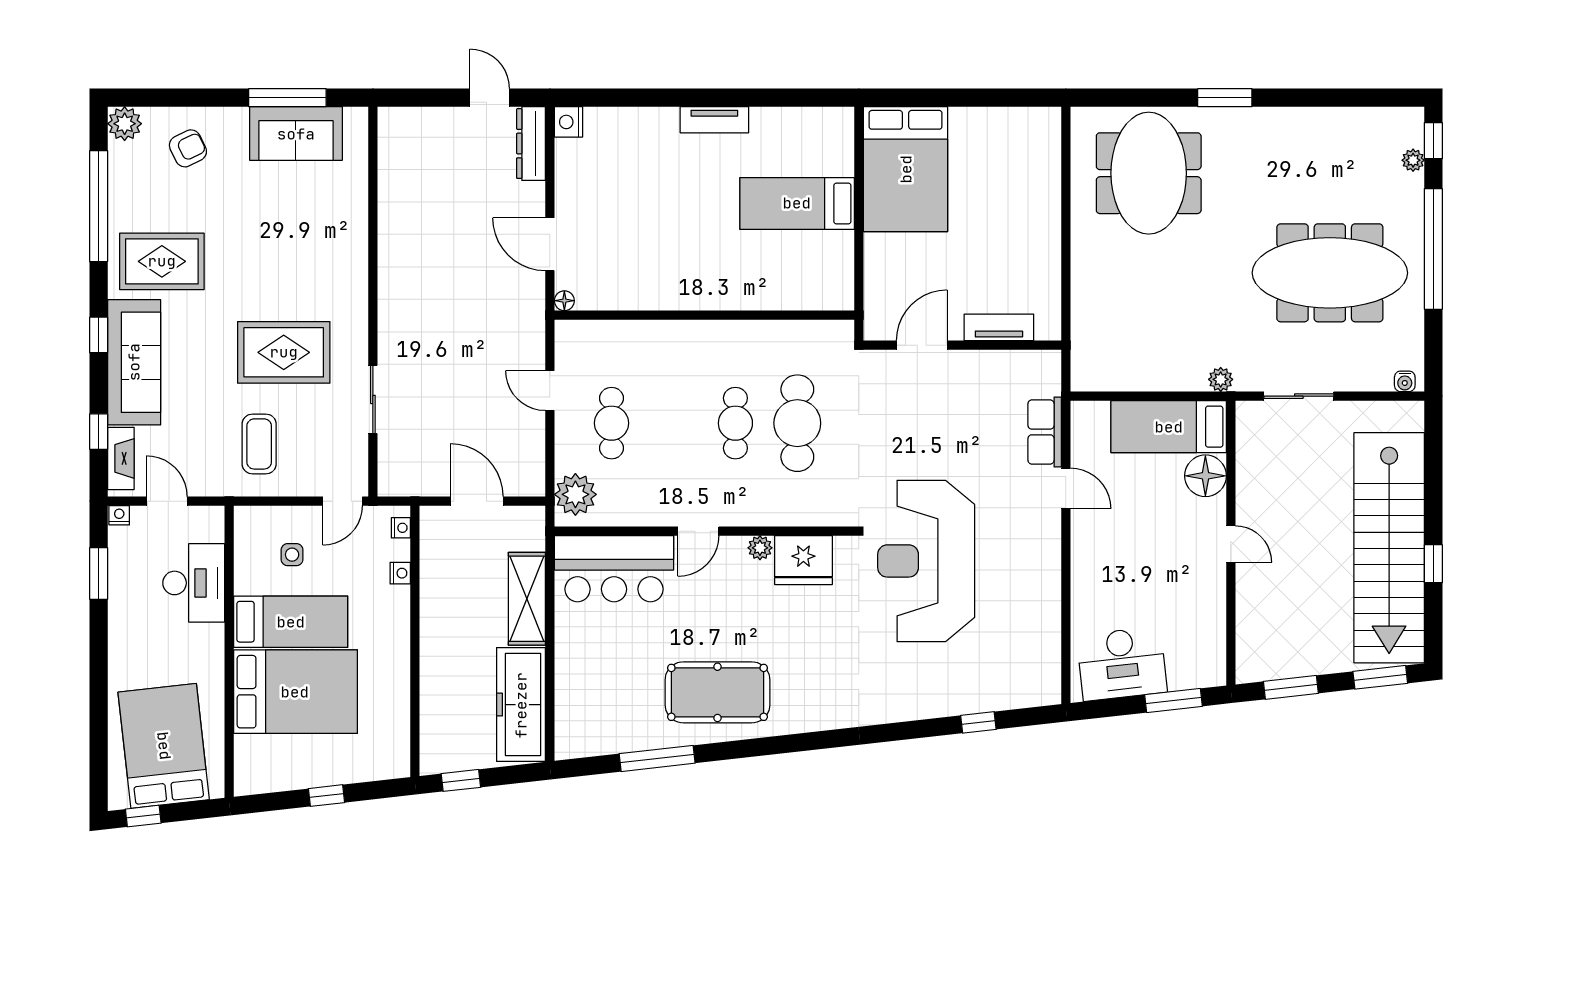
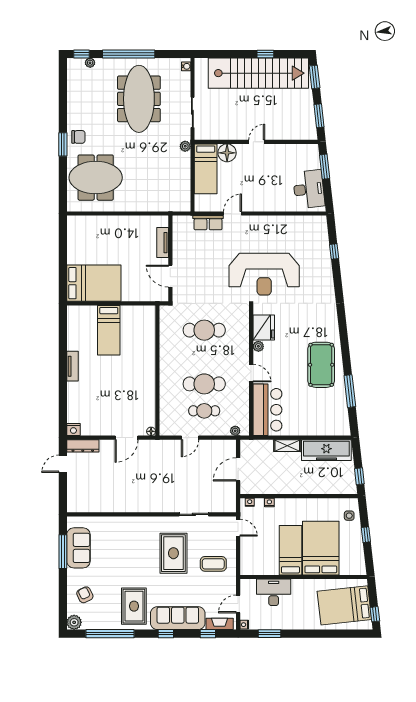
chair: (1242, 133) -> (78, 137), added
cafe table: (735, 423) -> (204, 384), moved, width x1.37, depth x1.35
plant: (575, 494) -> (235, 431), width x0.53, depth x0.53
side table: (292, 555) -> (349, 516), moved
shelving: (527, 599) -> (287, 446), width x0.67, depth x0.75

